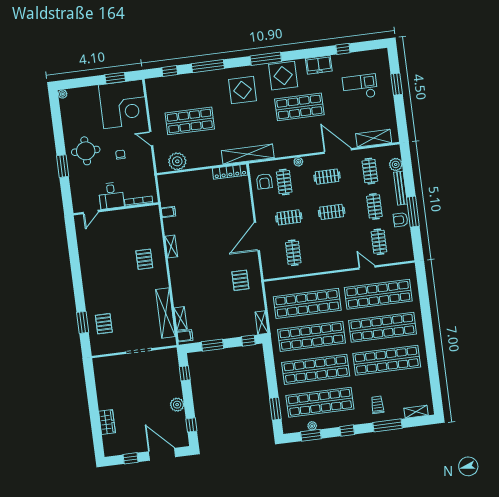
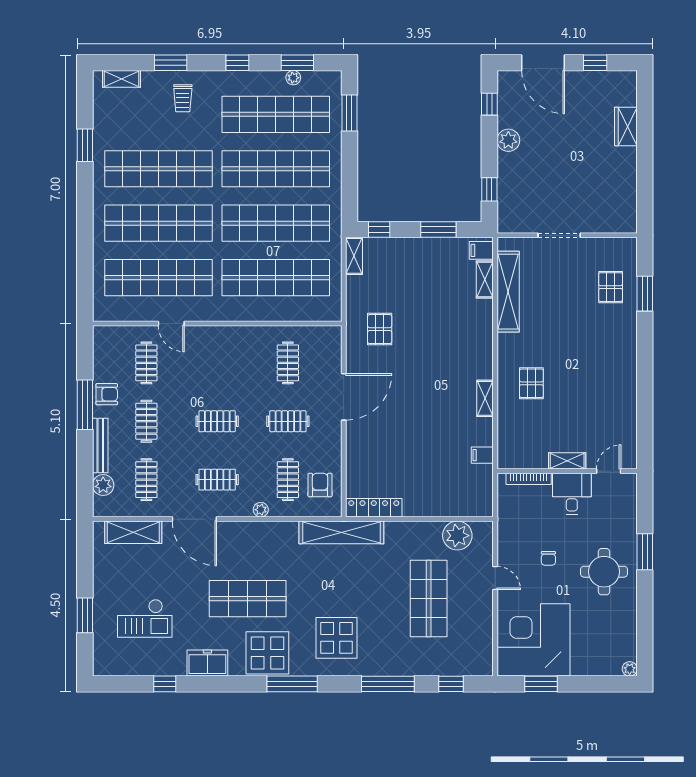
shop shelf: (190, 121) -> (429, 599), turned 90
shelving: (117, 215) -> (567, 461), added
window: (433, 369) -> (85, 145), added
window: (388, 425) -> (171, 63), width x0.69

